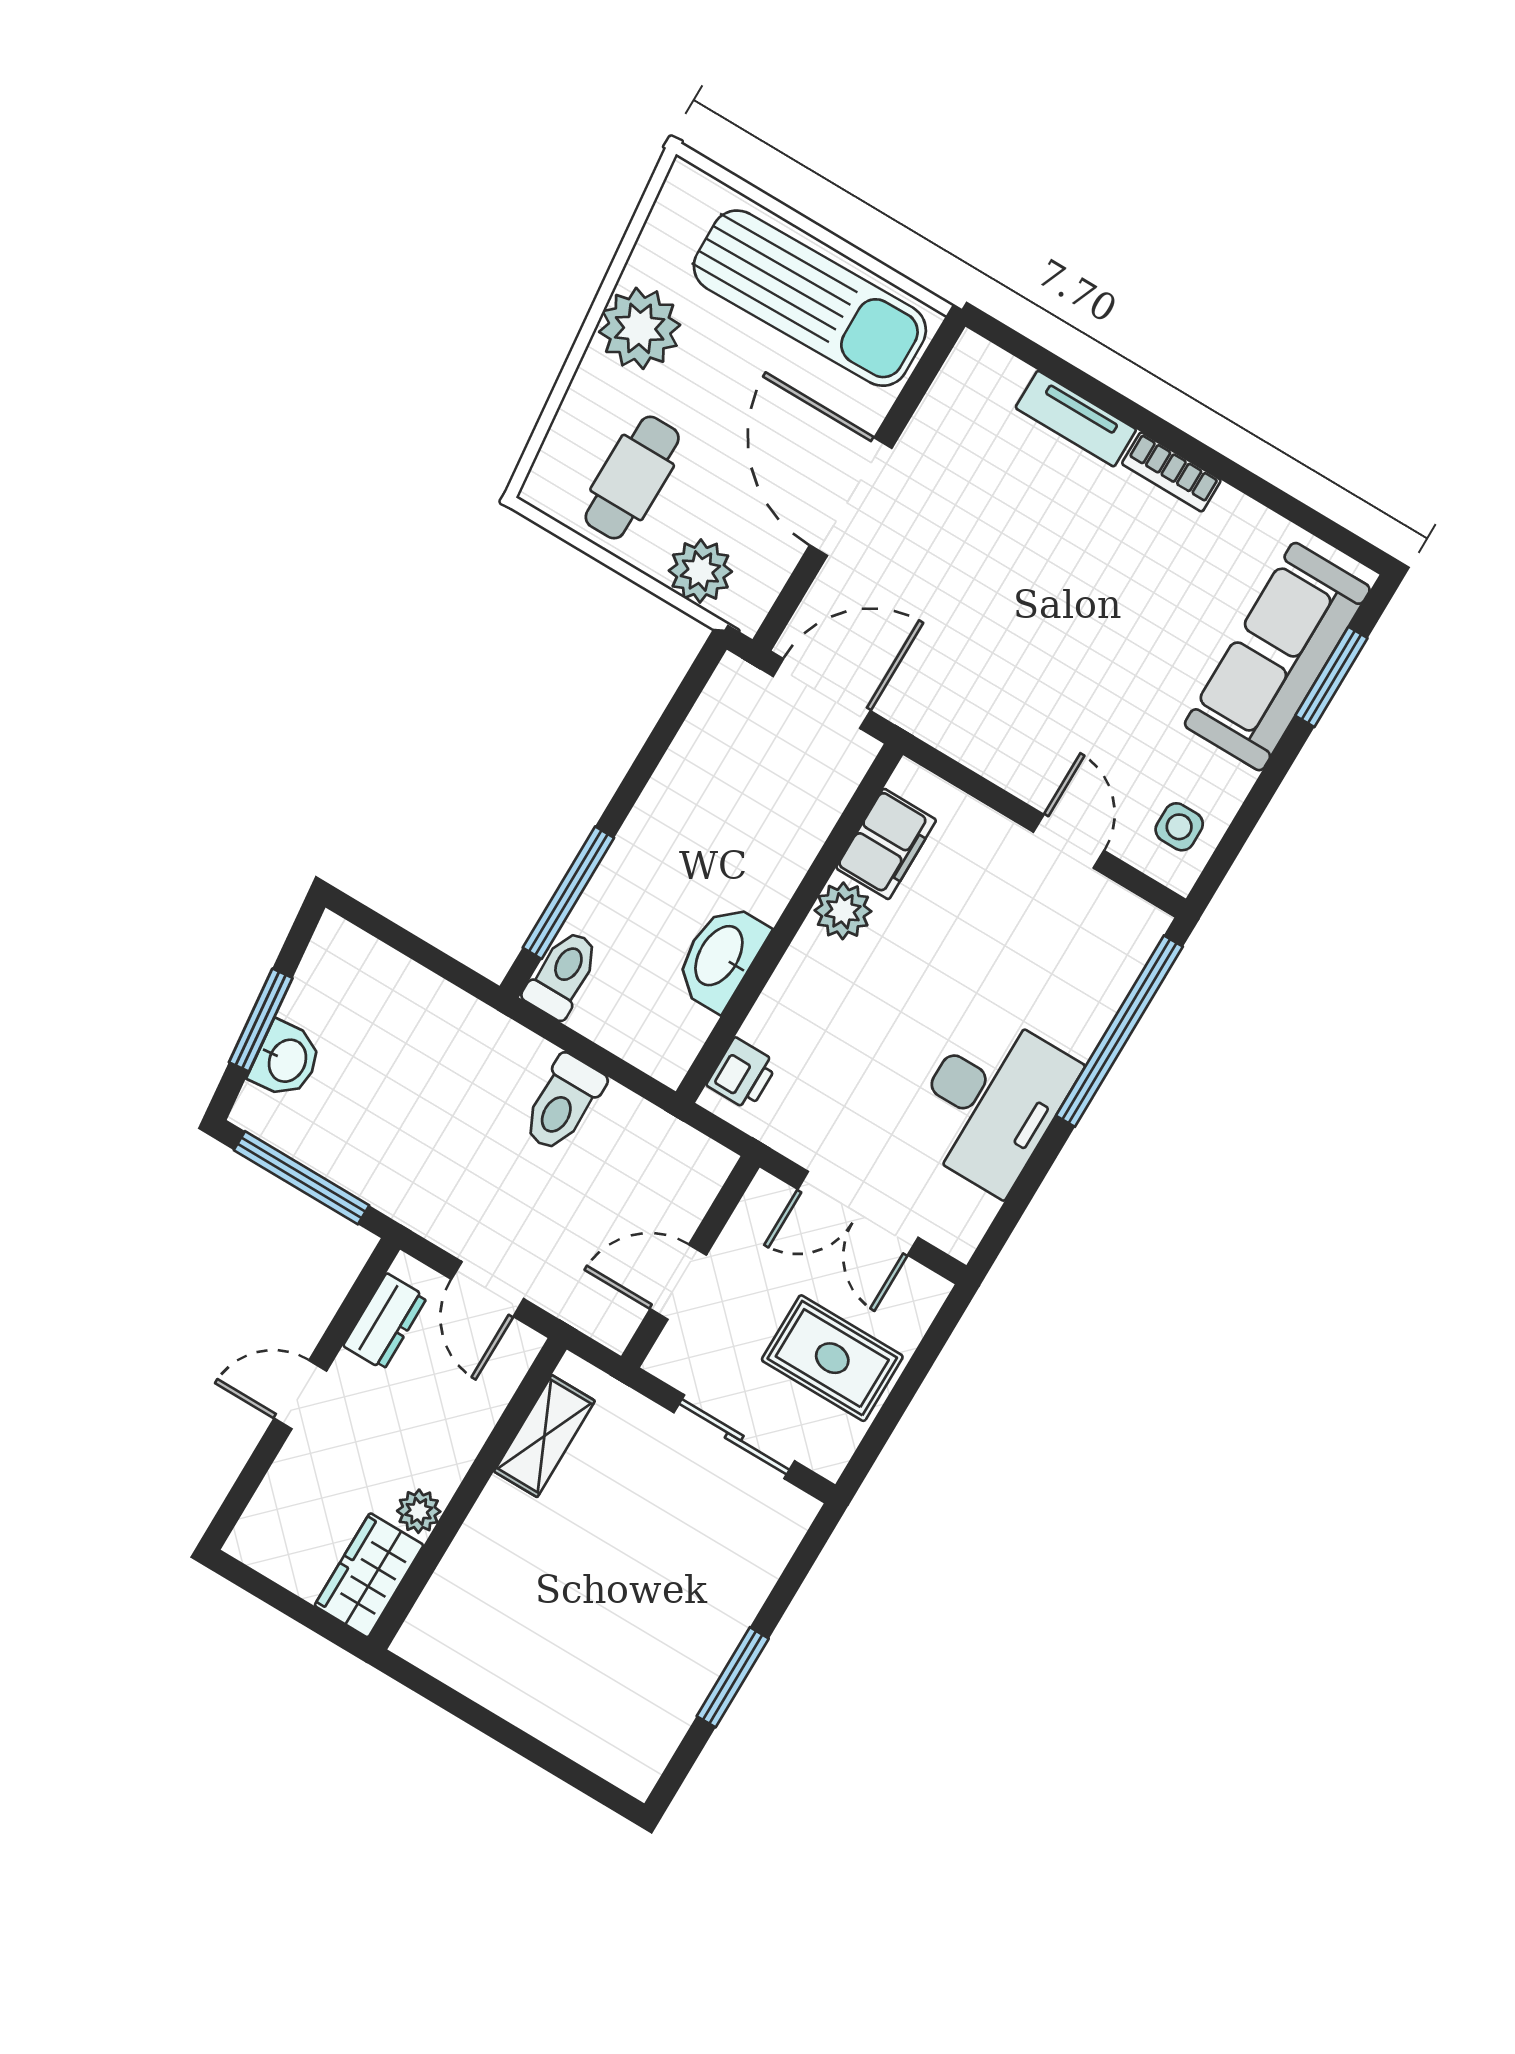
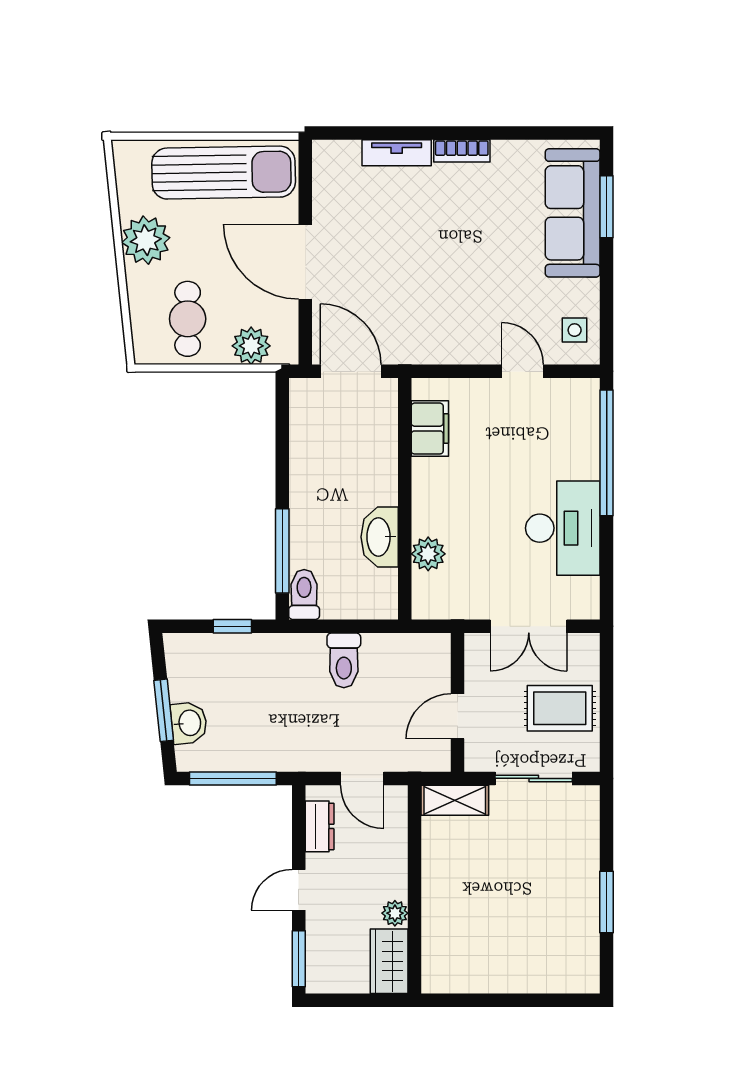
door: (822, 694) -> (351, 371), hinge flipped
plant: (843, 911) -> (428, 554), moved
window: (432, 958) -> (232, 626), added
printer: (742, 1074) -> (427, 590), removed
shelving: (544, 1436) -> (455, 800), moved, turned 90
window: (241, 1494) -> (299, 959), added

